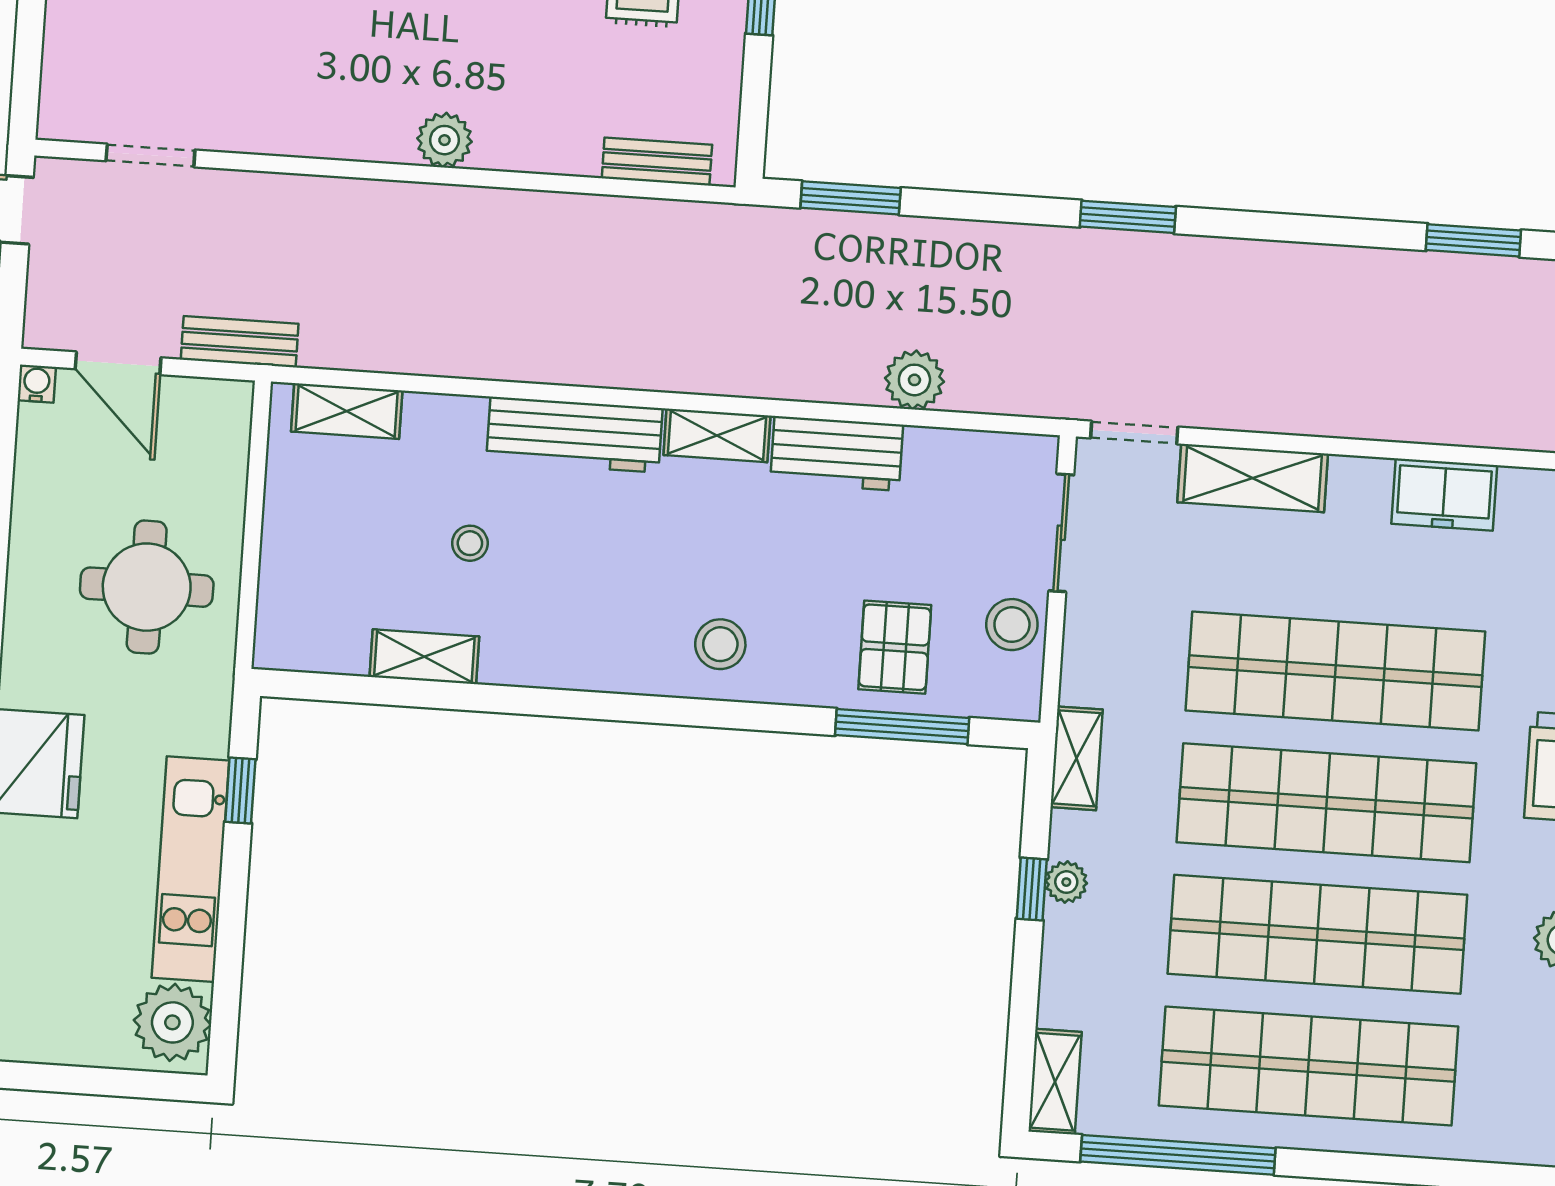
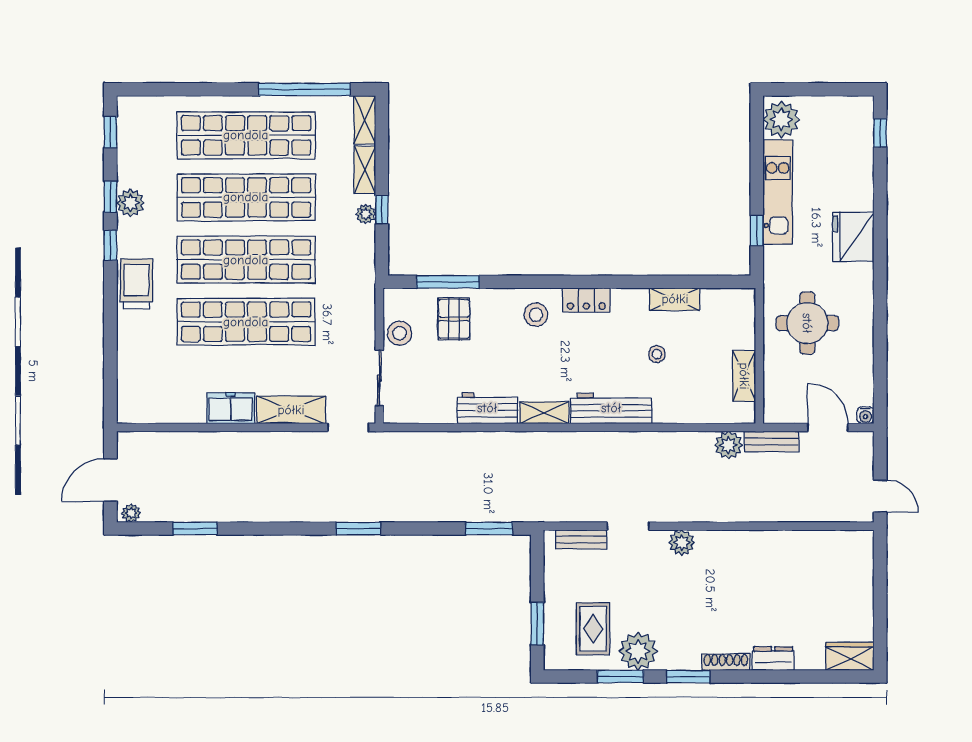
doorway: (150, 155) -> (628, 526), moved
plant: (914, 380) -> (728, 445), moved
shelving: (347, 411) -> (744, 376), moved, turned 90
freezer: (1444, 495) -> (231, 408), moved
locker: (612, 668) -> (586, 300), added
shelving: (1077, 758) -> (365, 170), moved

